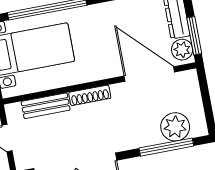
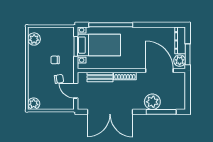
plant: (175, 127) -> (152, 102), moved

